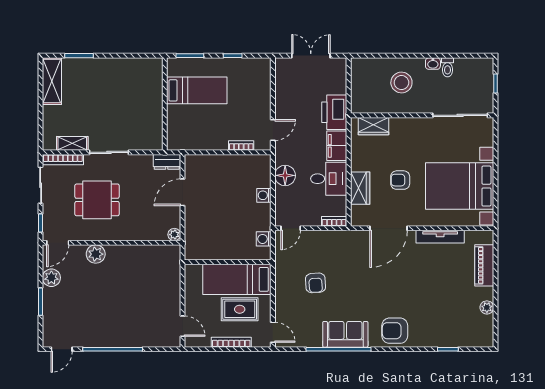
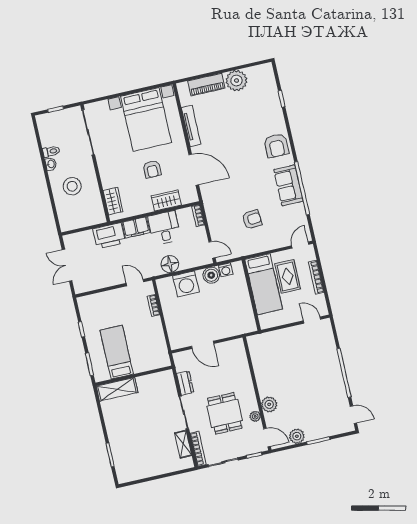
shelving: (52, 81) -> (117, 389), moved
dresser: (167, 162) -> (185, 383), moved
washing machine: (264, 195) -> (186, 284), width x1.89, depth x1.89
boiler: (261, 221) -> (211, 275), added
plant: (174, 235) -> (255, 416), moved
plant: (487, 307) -> (236, 81), width x1.88, depth x1.88
door: (183, 326) -> (312, 320), hinge flipped

